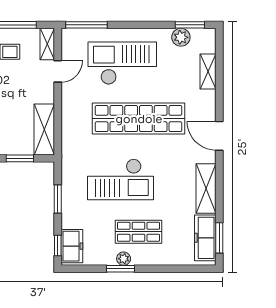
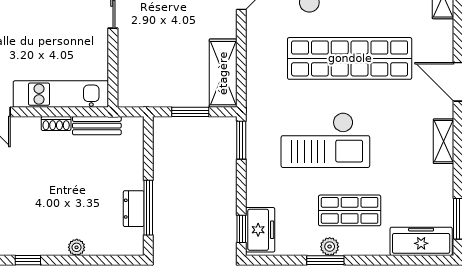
shelving: (206, 188) -> (444, 141), width x0.67, depth x0.75
window: (58, 199) -> (241, 140), moved
freezer: (205, 238) -> (421, 241), moved, turned 90

